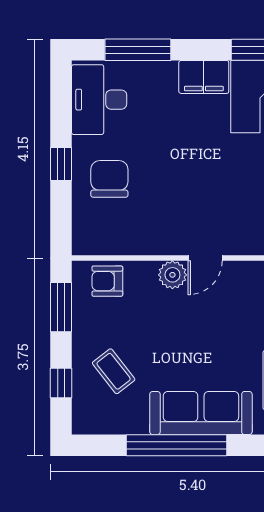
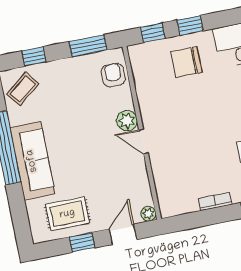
chair: (109, 179) -> (186, 62), turned 180
window: (61, 216) -> (153, 33), added
coffee table: (114, 371) -> (23, 89), moved

